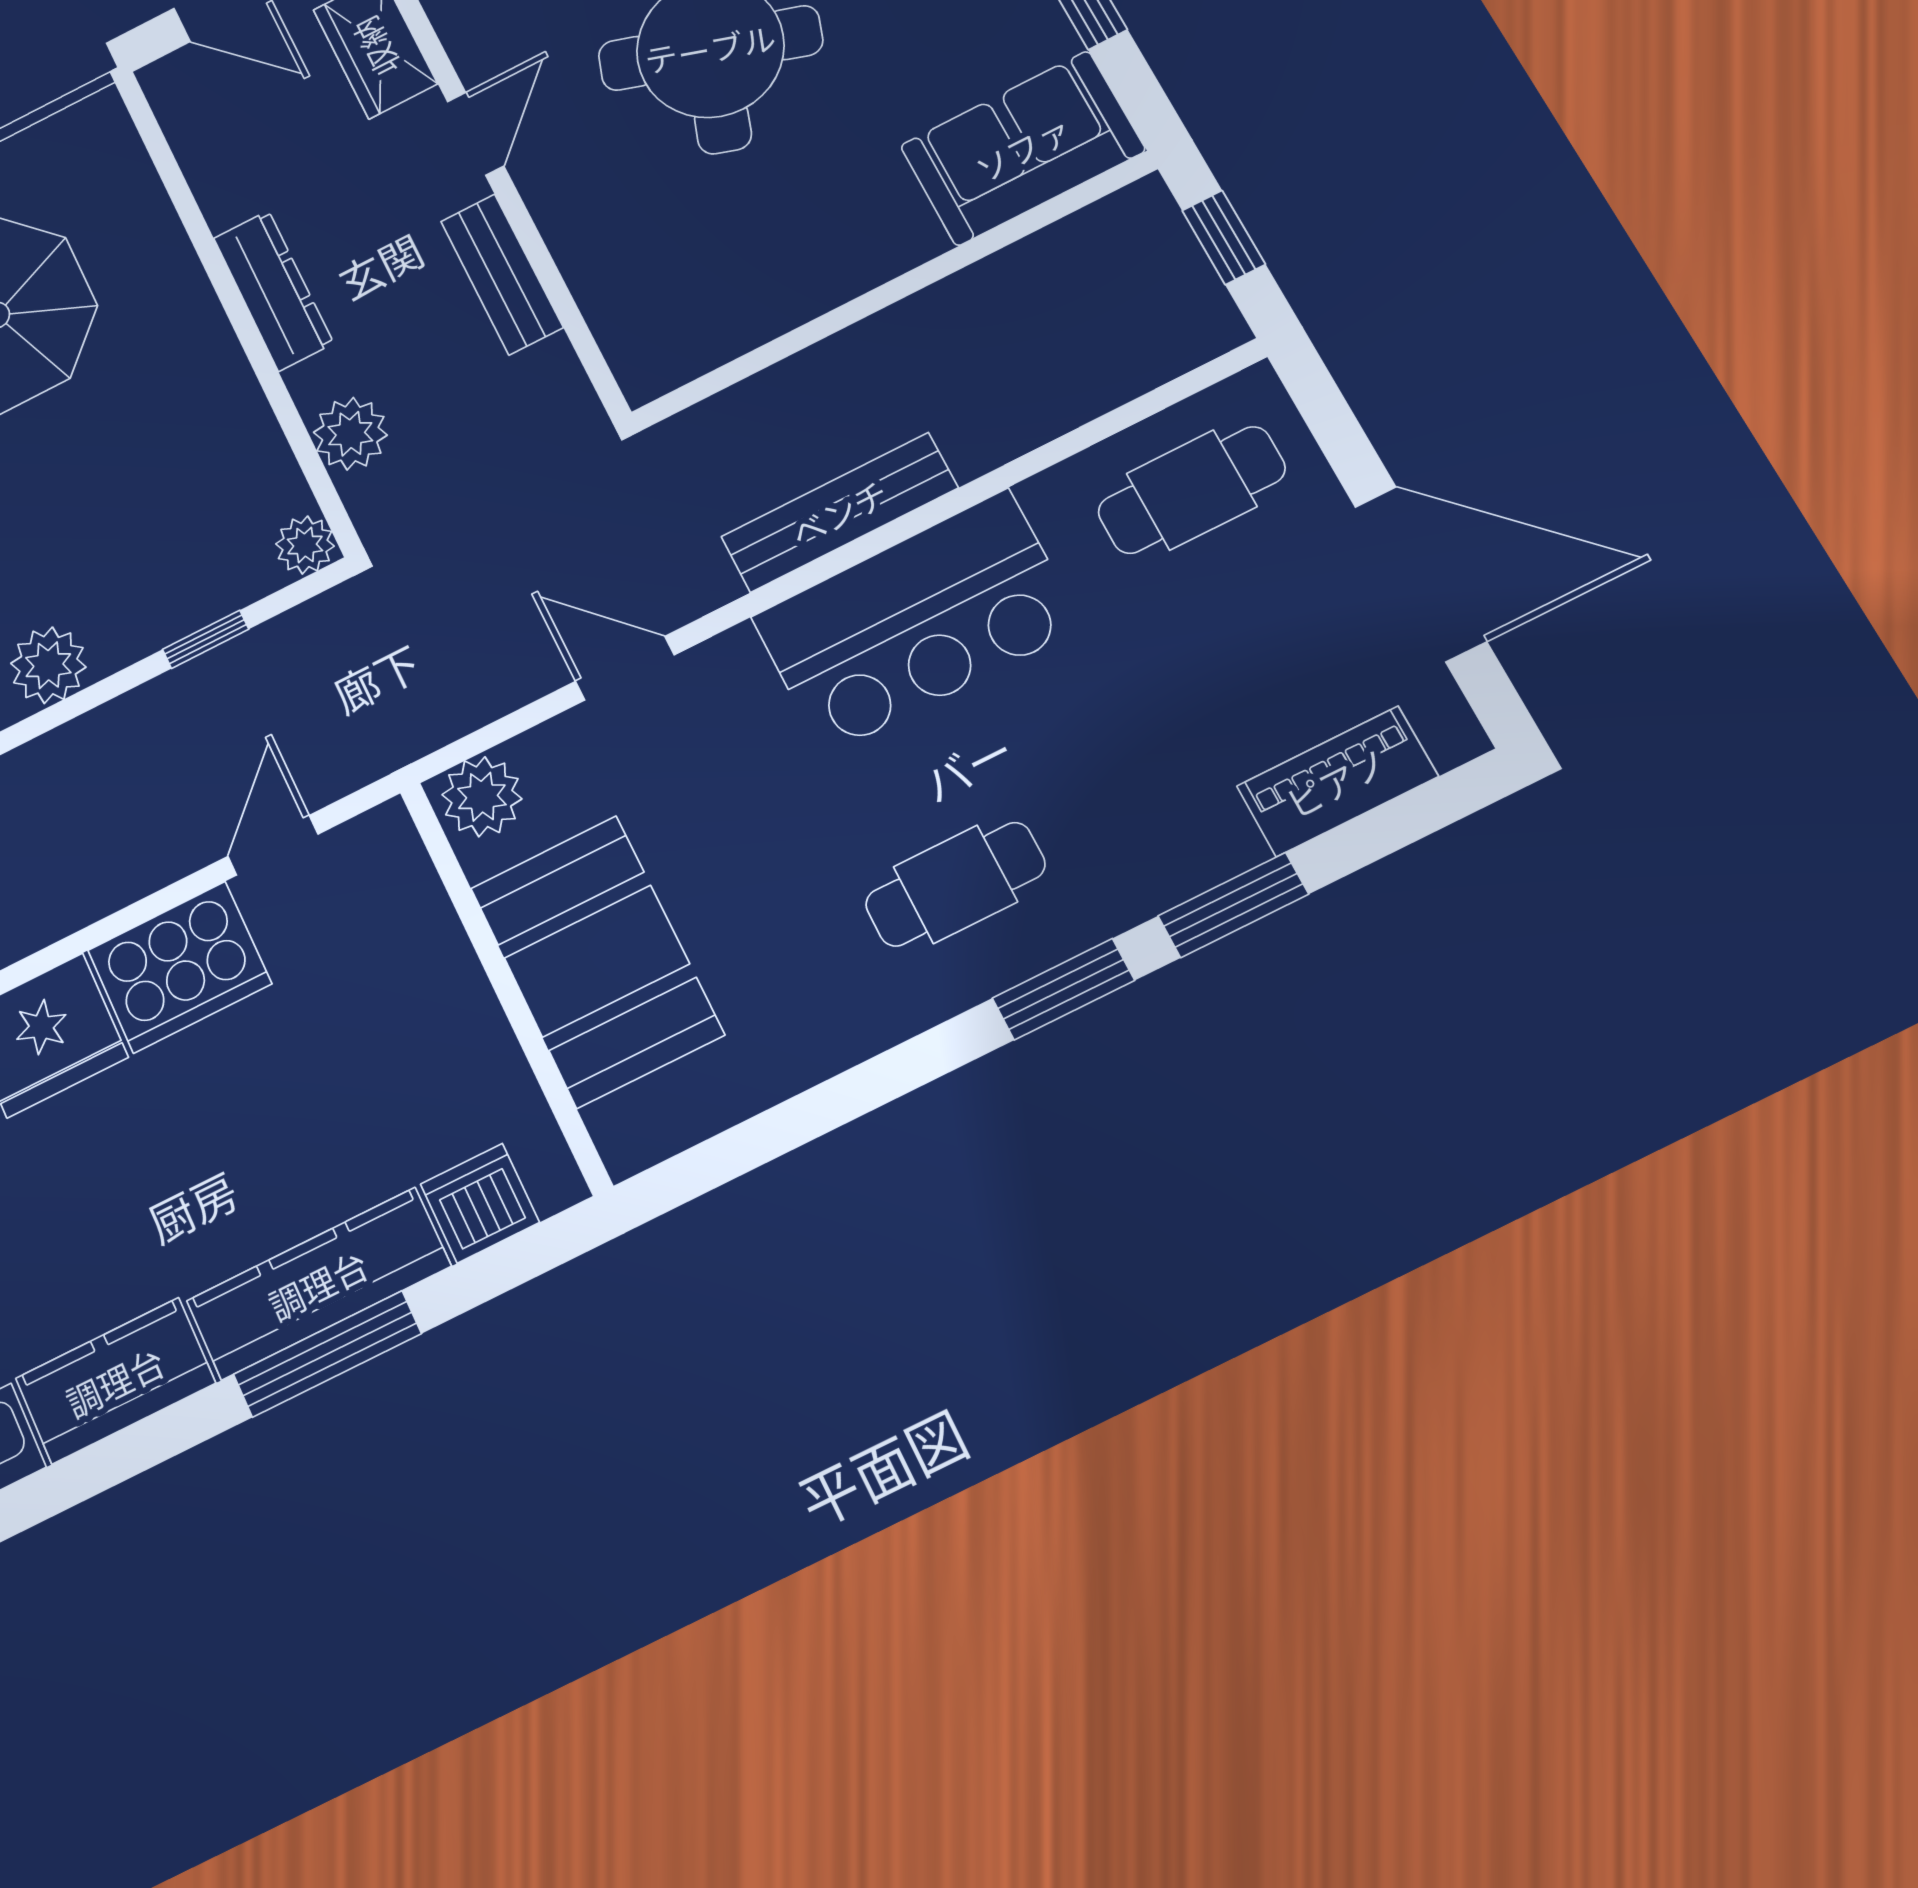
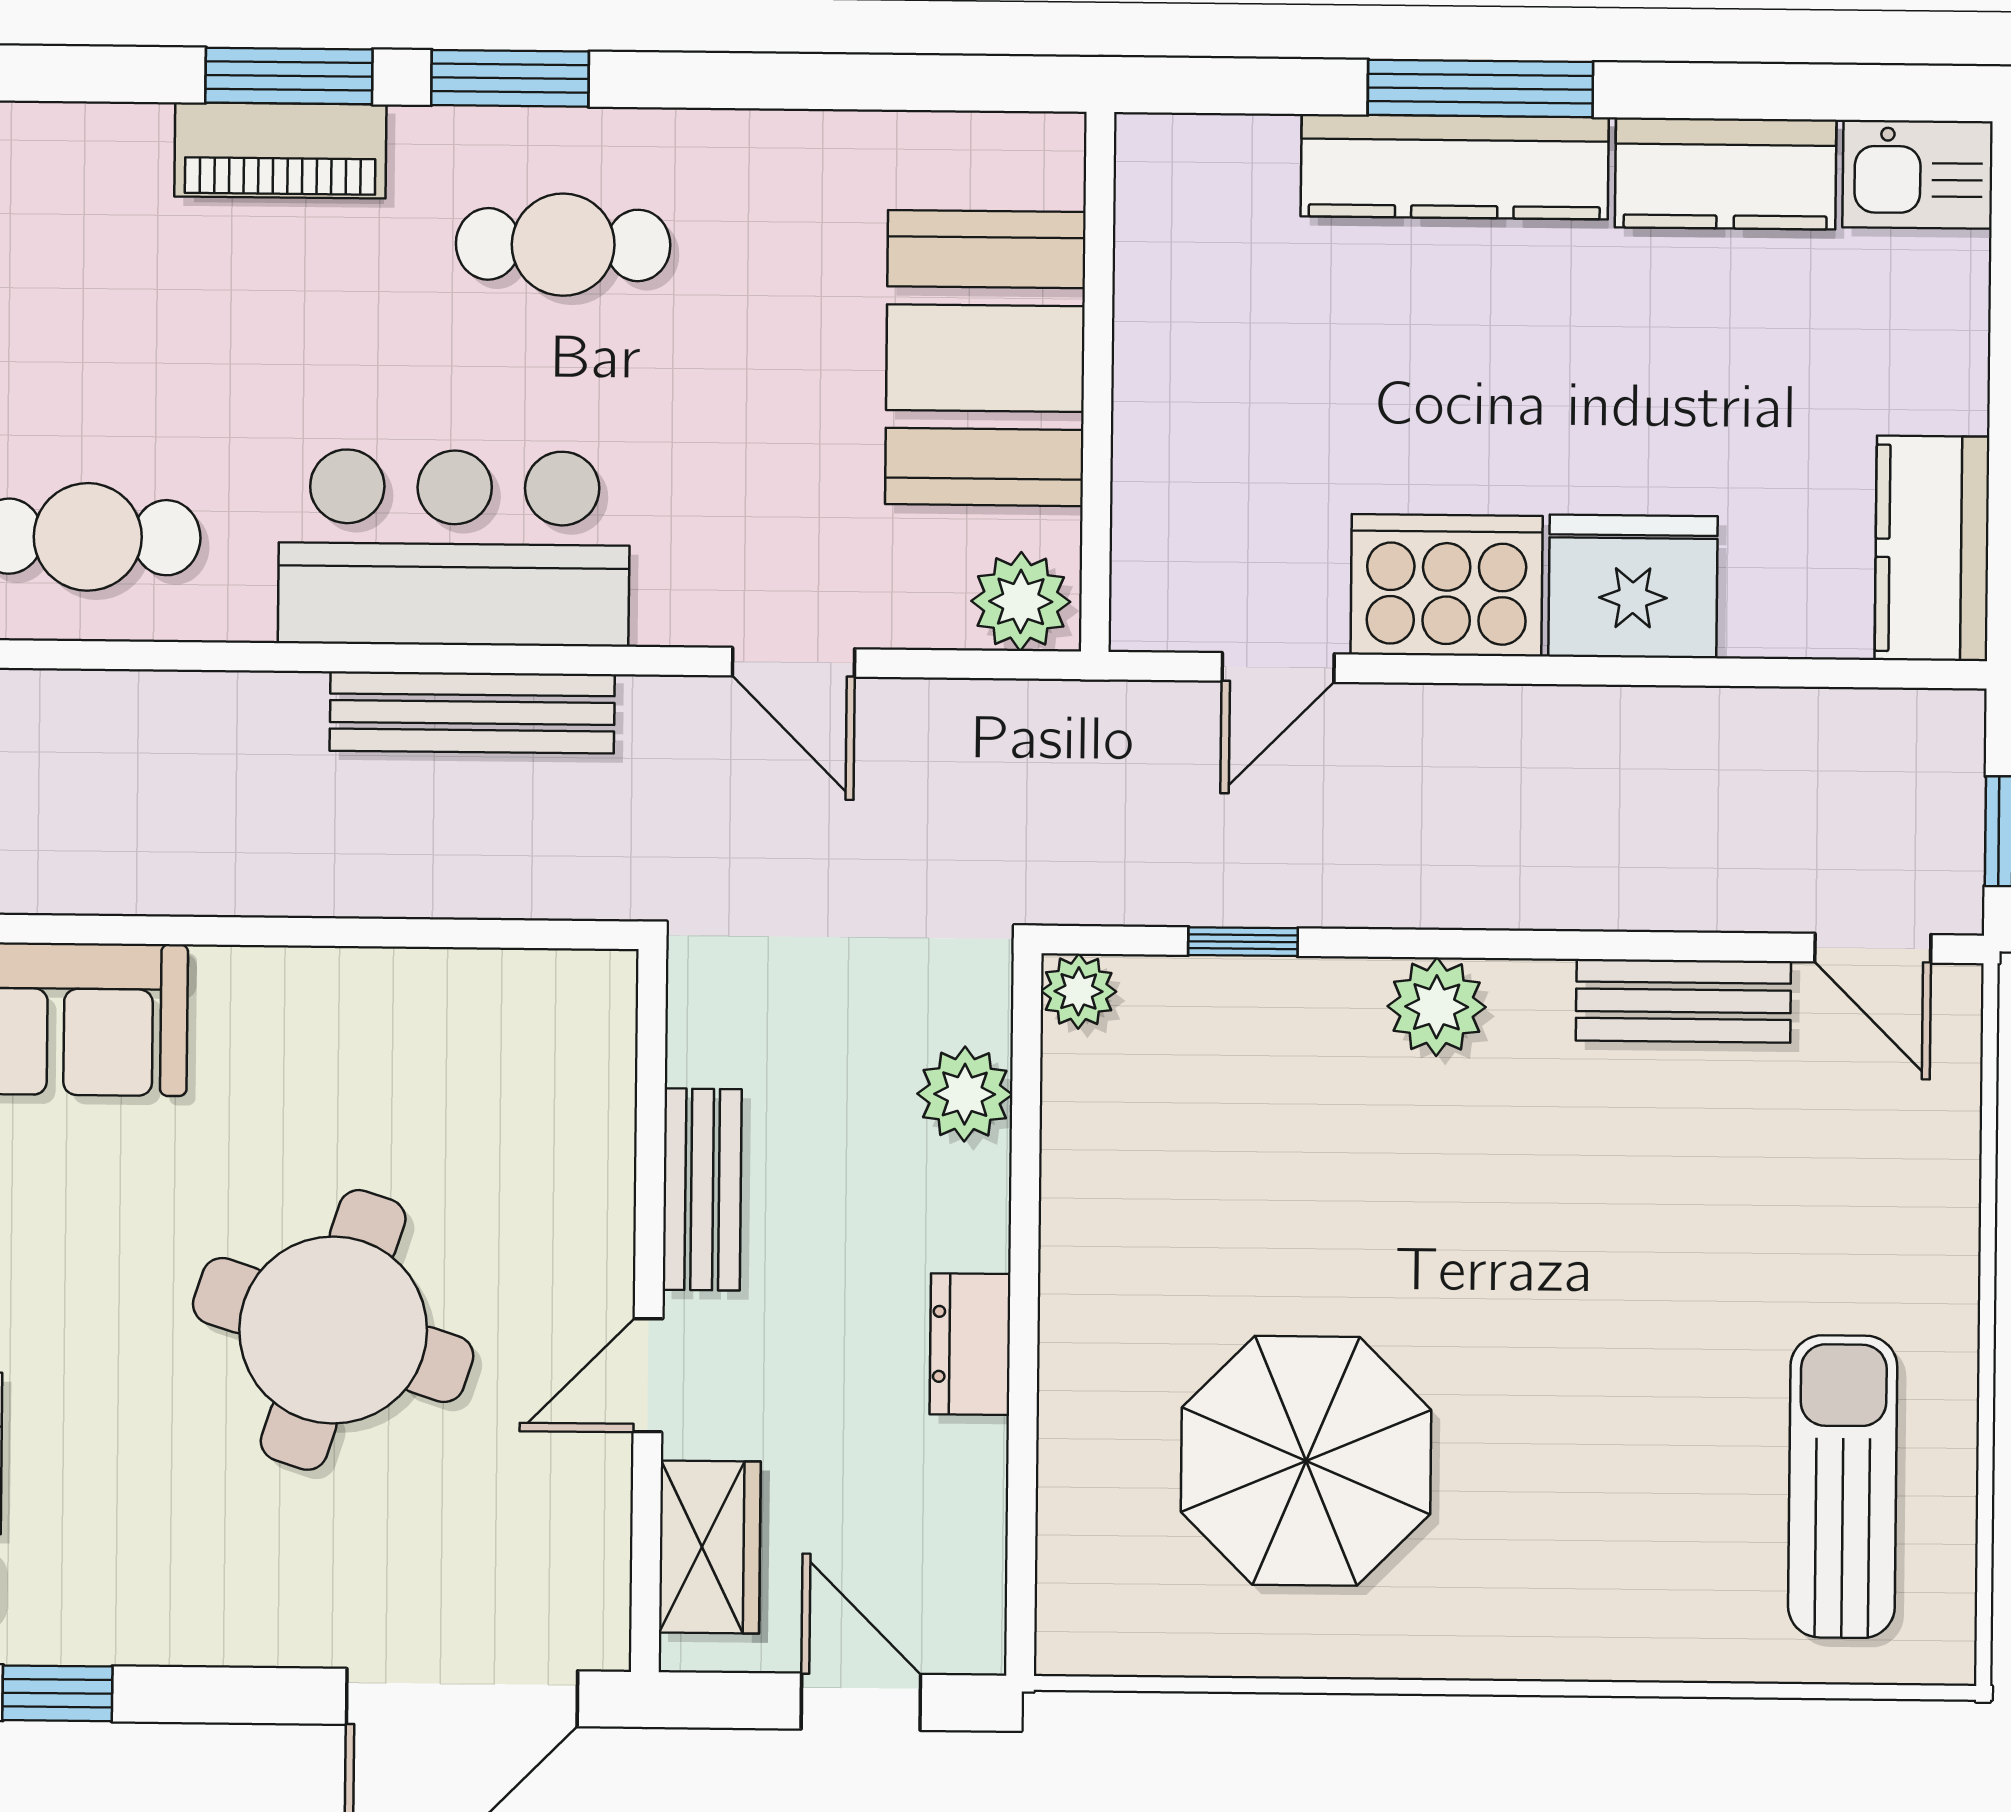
dresser: (273, 291) -> (970, 1344), width x0.70
piano: (1337, 781) -> (280, 150), moved
dishwasher: (480, 1203) -> (1239, 165), removed

